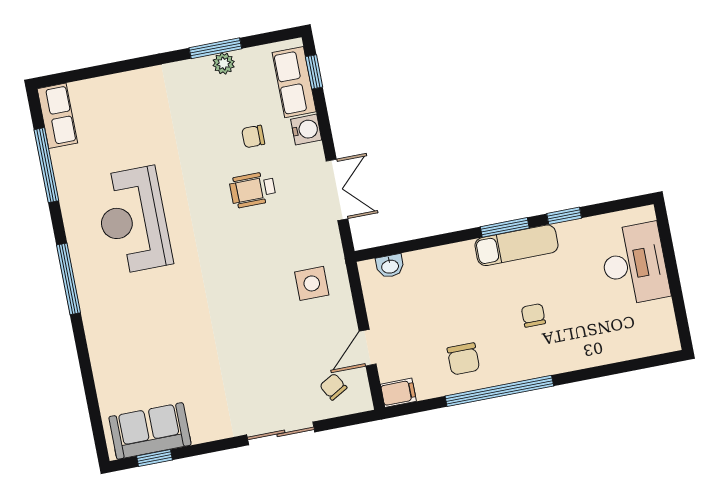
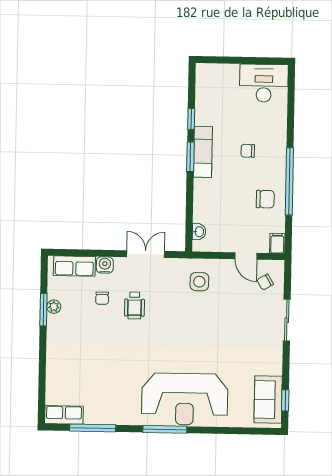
window: (314, 72) -> (71, 253), removed
reception desk: (133, 220) -> (185, 399), moved, width x1.36, depth x1.30
desk: (634, 264) -> (264, 83), moved

